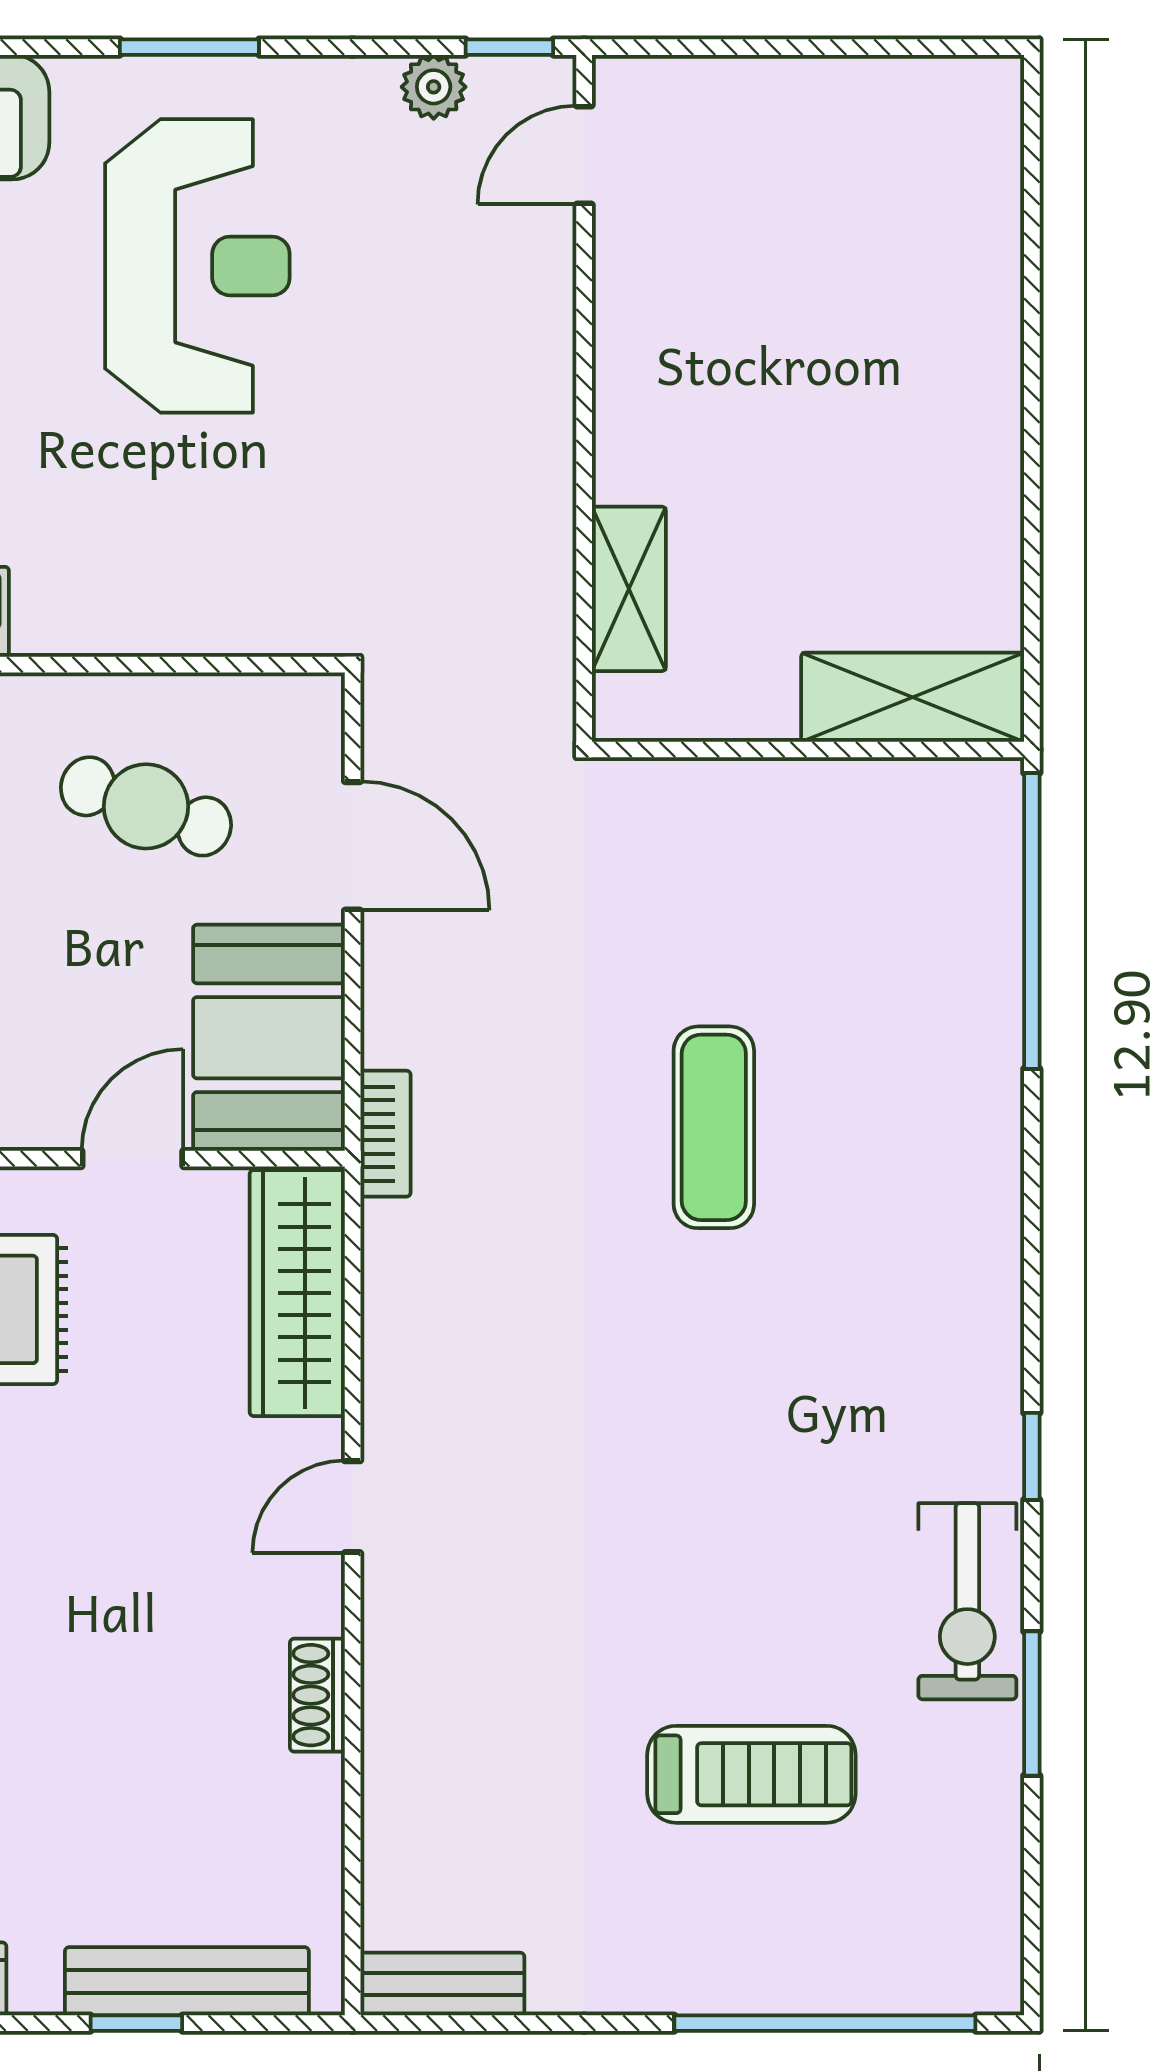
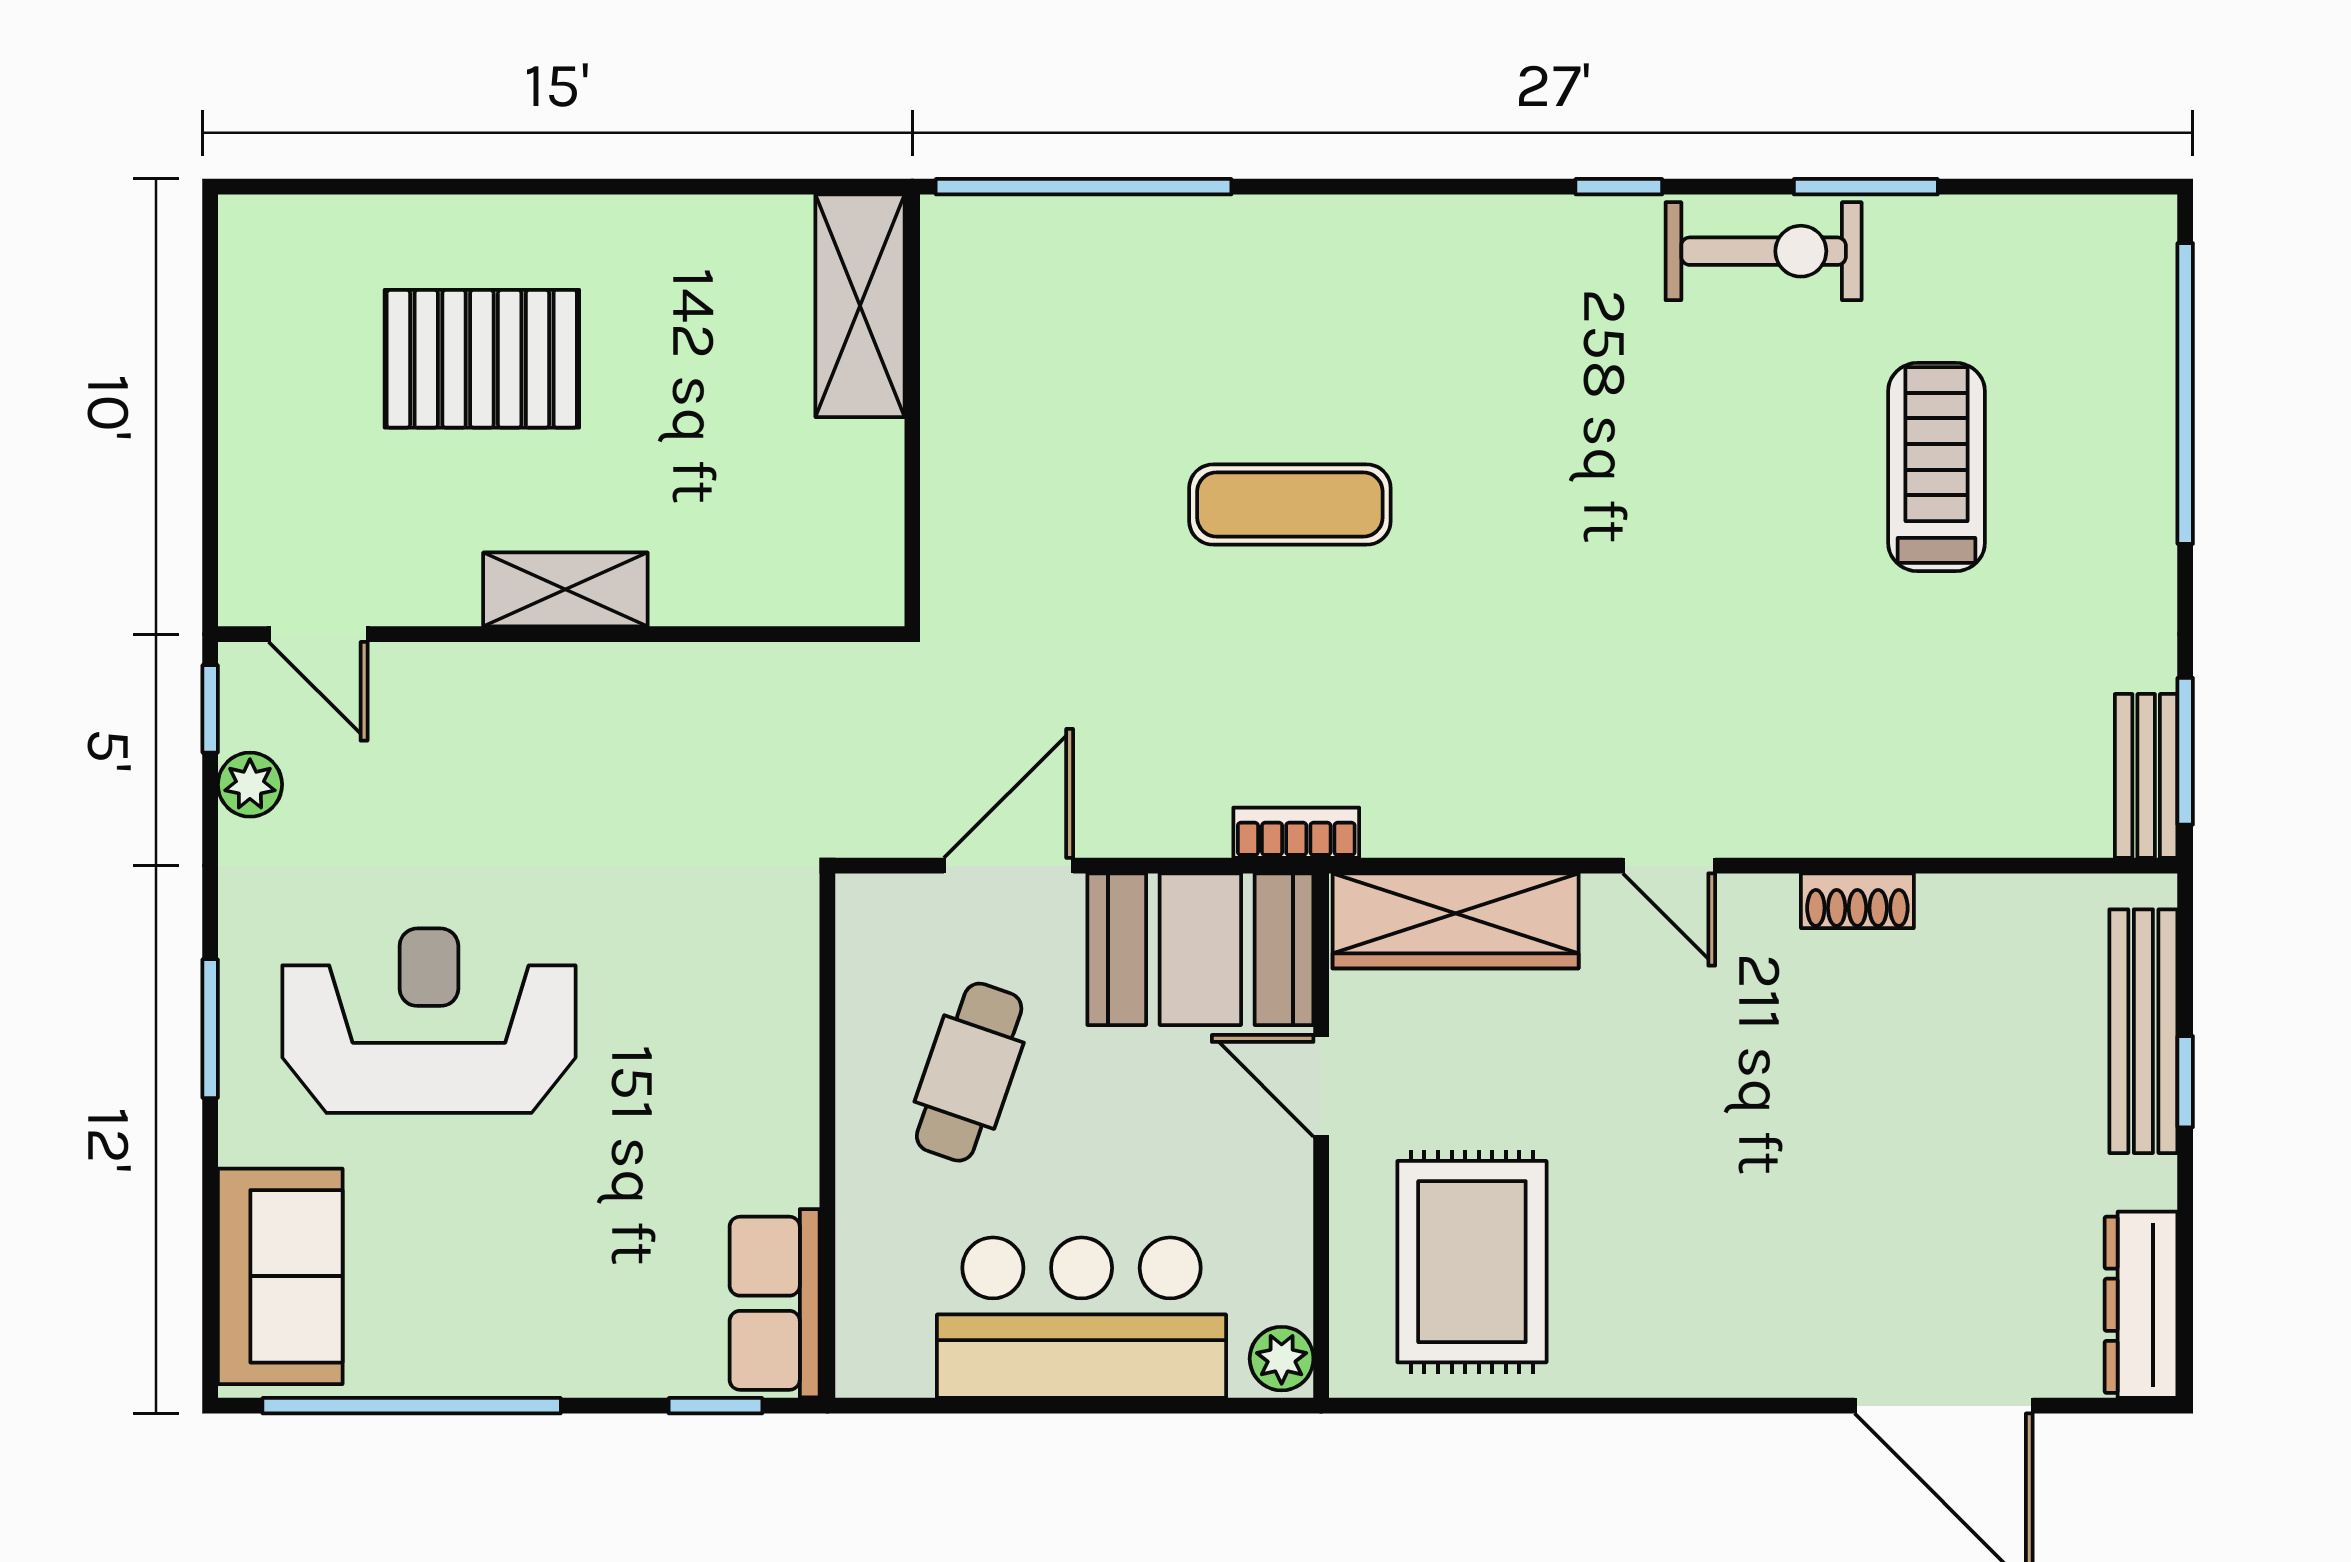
pallet: (860, 319) -> (482, 359), added
shelving: (629, 589) -> (565, 589), moved
window: (467, 2023) -> (2185, 751), added

